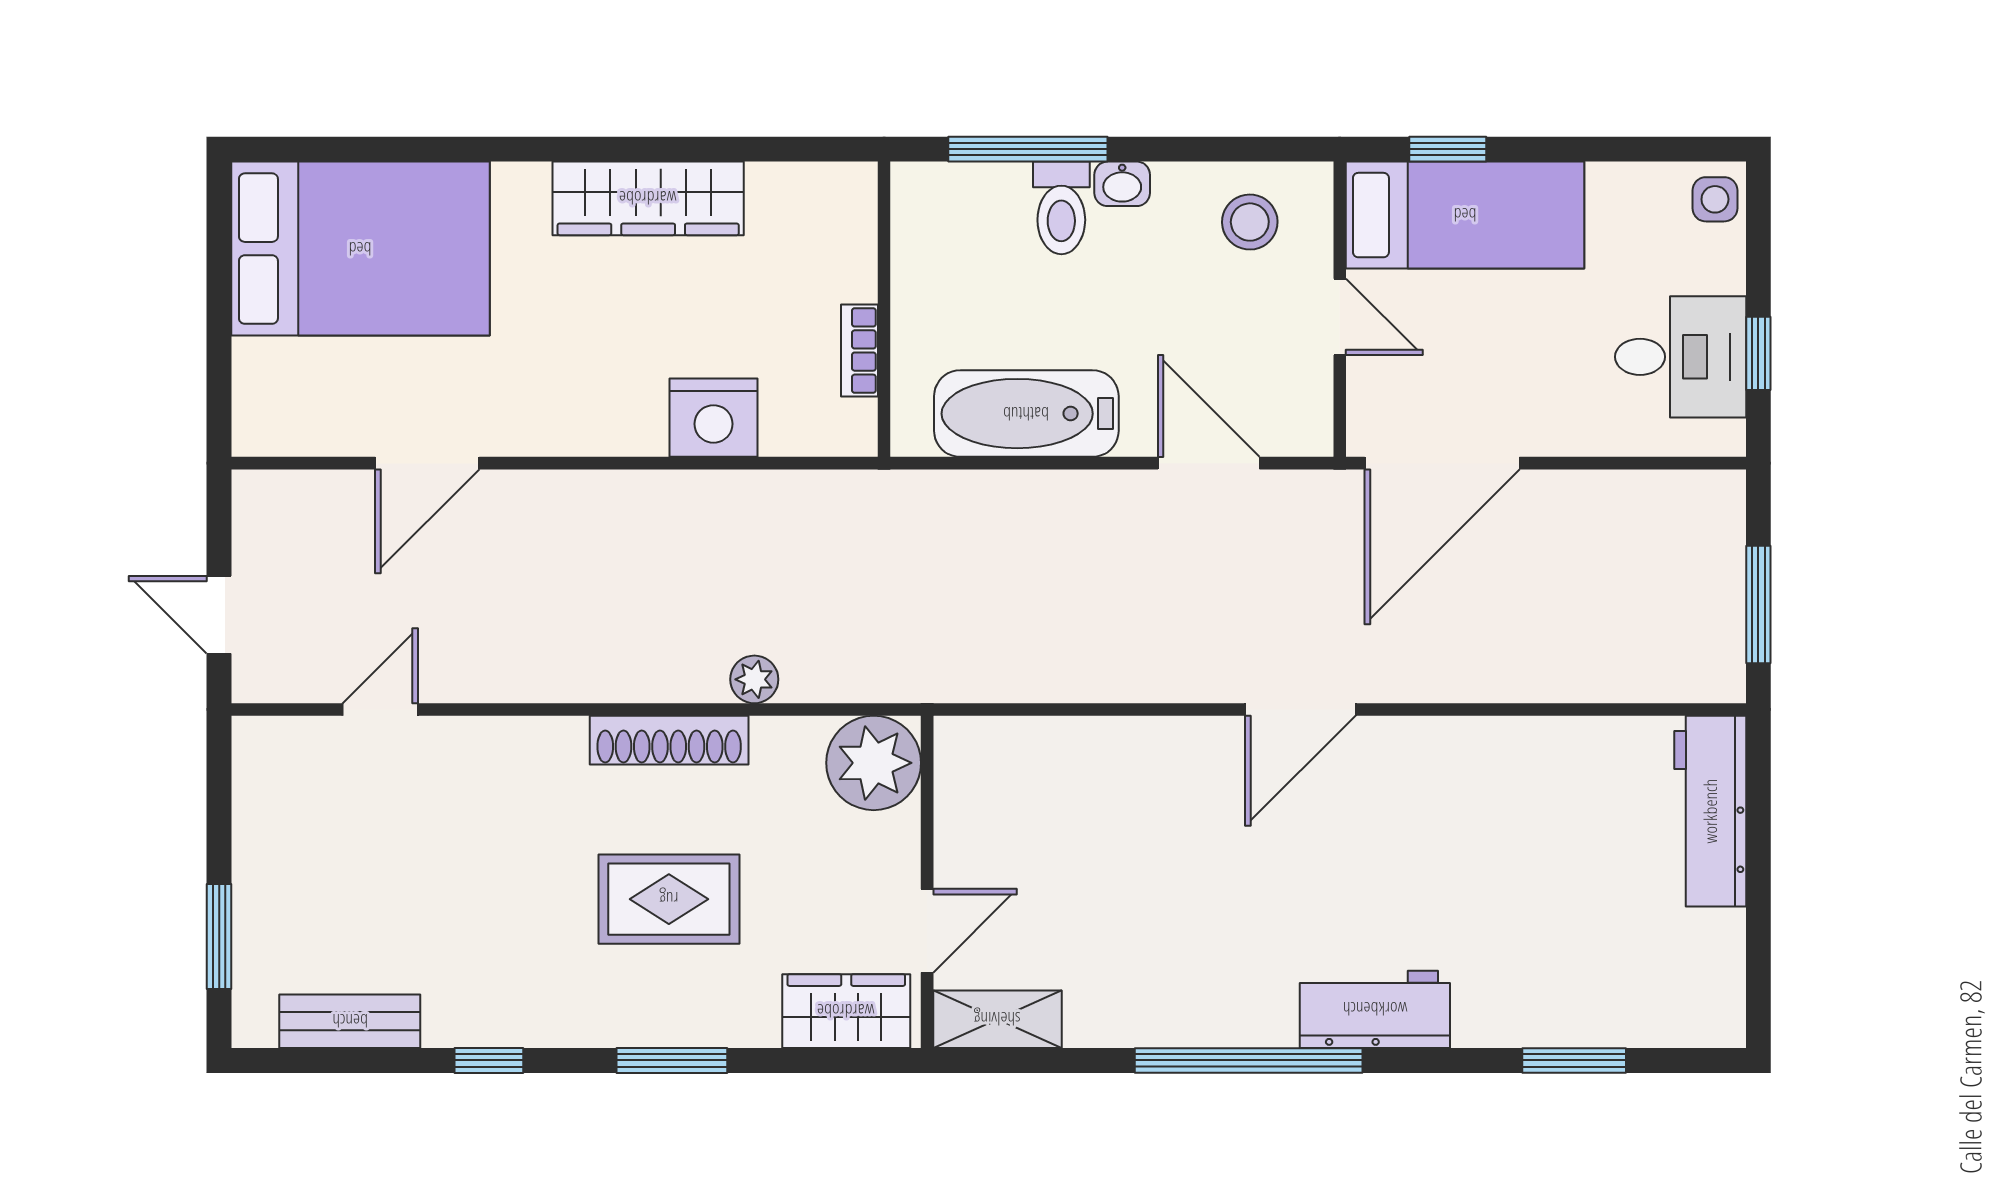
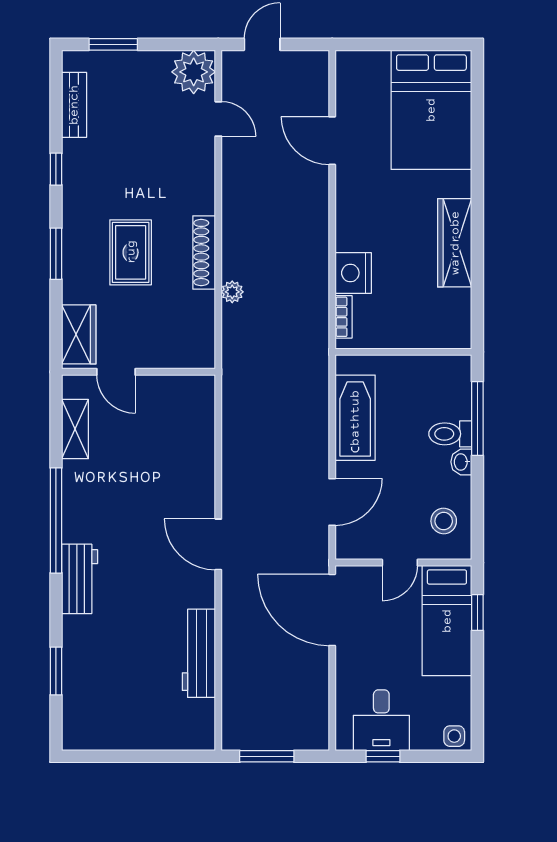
bookcase: (859, 351) -> (344, 317), moved, turned 90
plant: (874, 763) -> (194, 72), moved
workbench: (1710, 811) -> (199, 653), moved, turned -90
shelving: (997, 1019) -> (75, 429), moved

